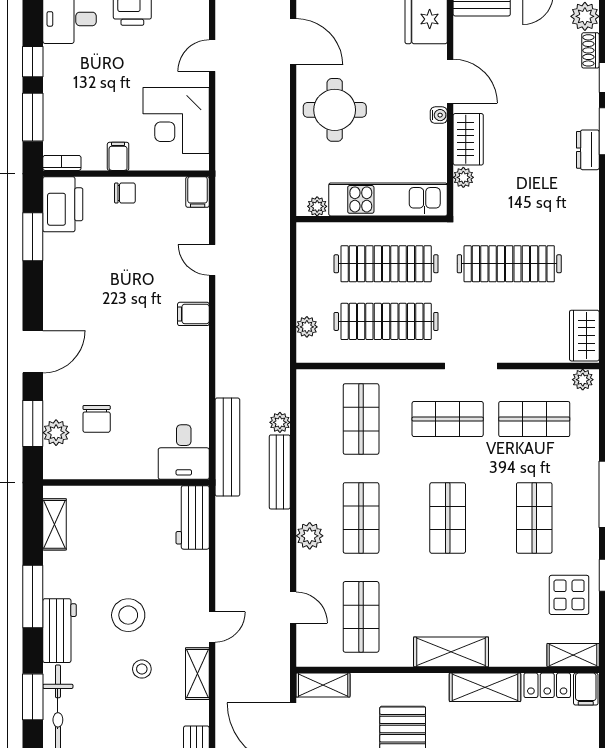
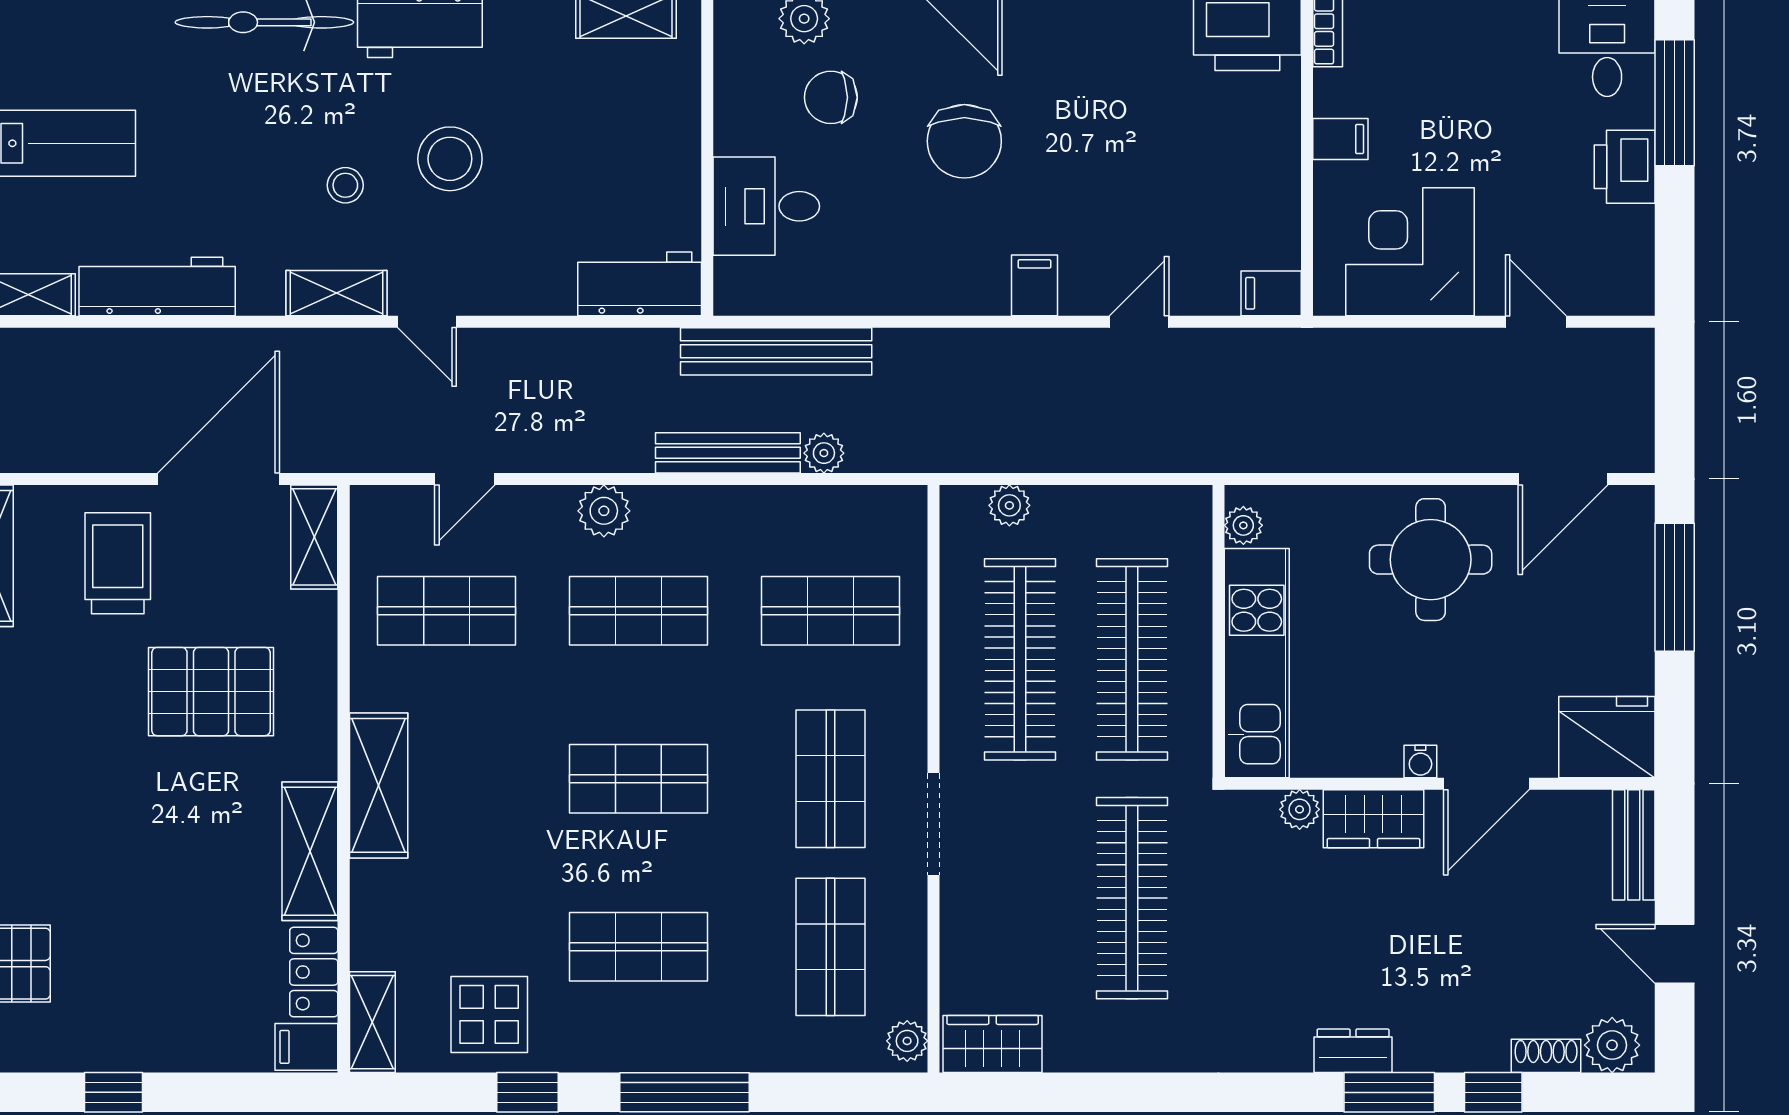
chair: (125, 193) -> (964, 141), moved, width x1.87, depth x1.87
desk: (184, 452) -> (766, 206), moved

